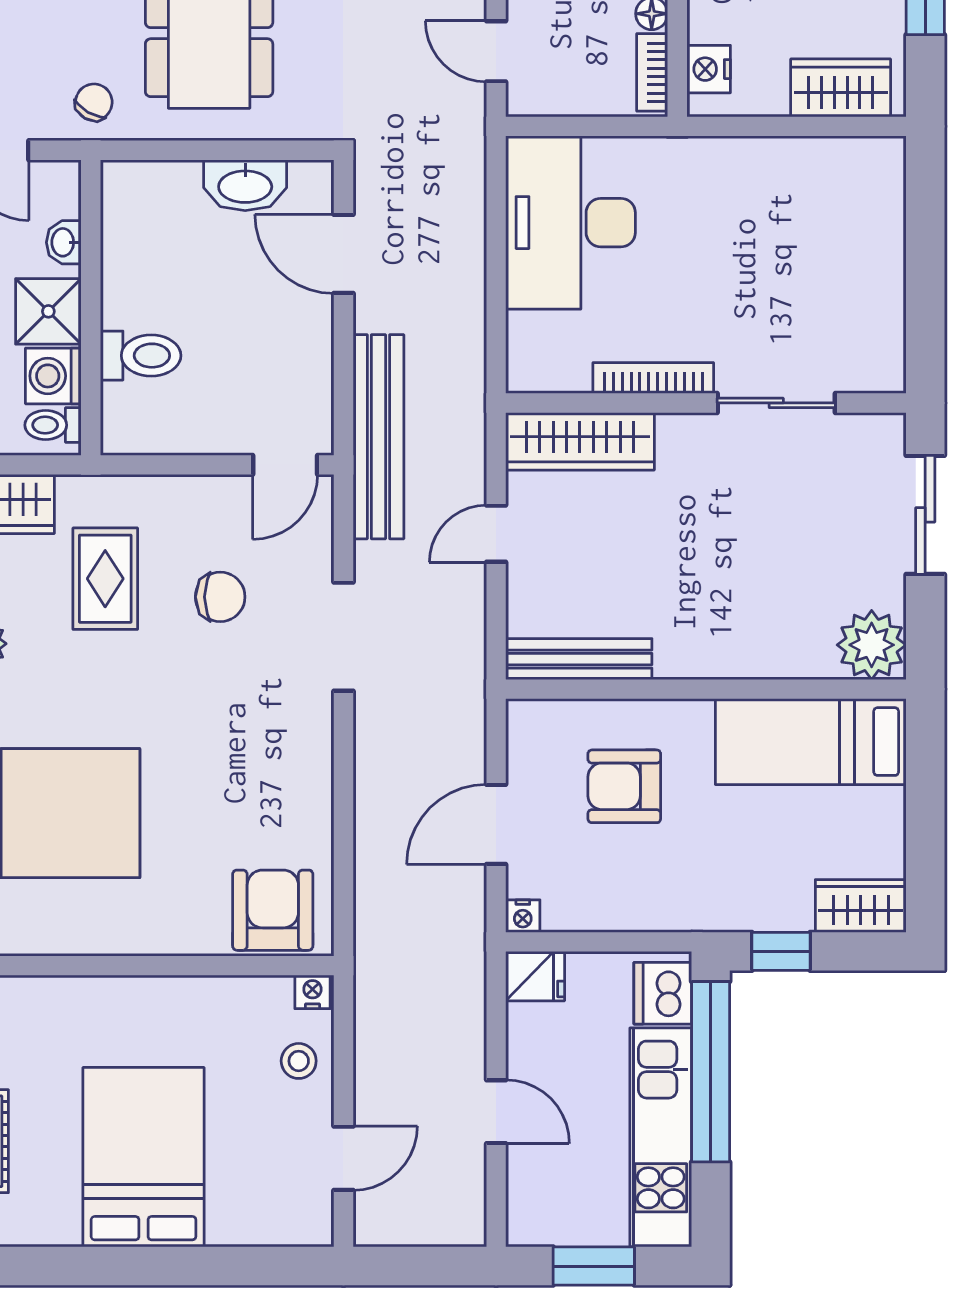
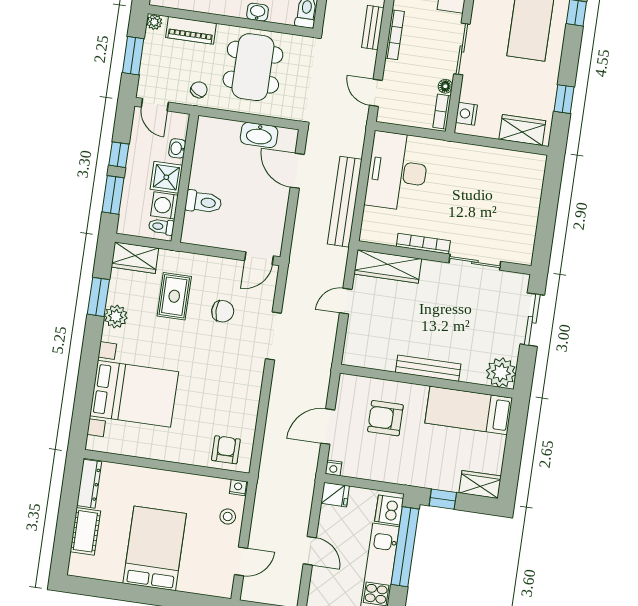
bench: (378, 437) -> (345, 202), moved
bench: (579, 659) -> (428, 368), moved
armchair: (273, 910) -> (226, 450), width x0.72, depth x0.72

